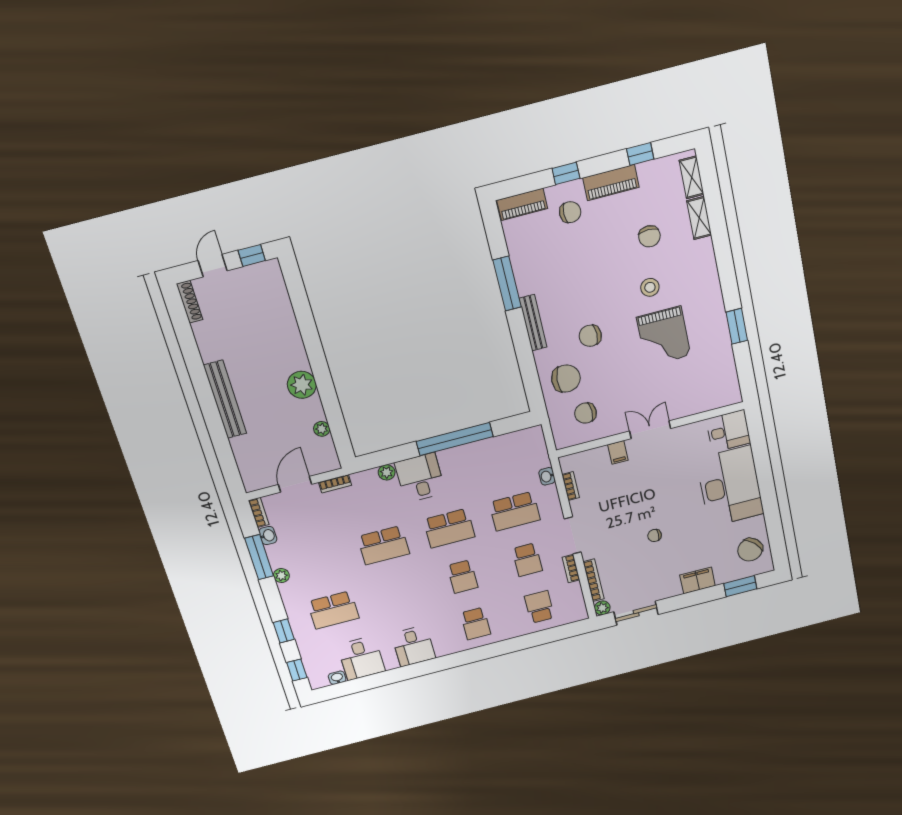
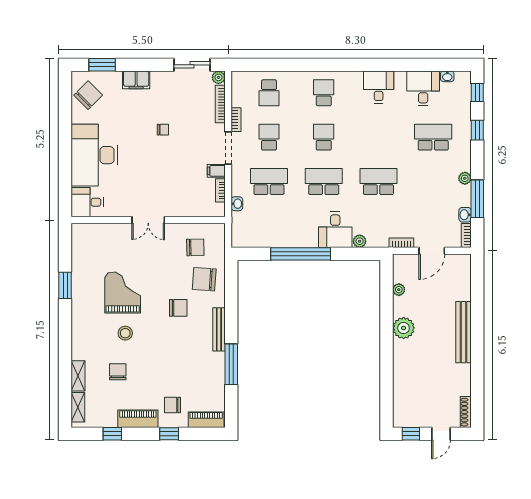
filing cabinet: (618, 452) -> (216, 171), moved, turned -90

